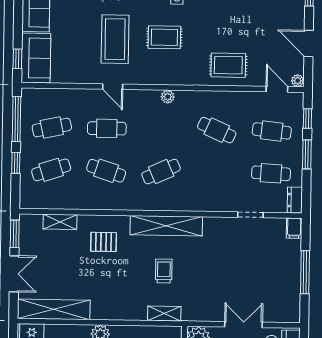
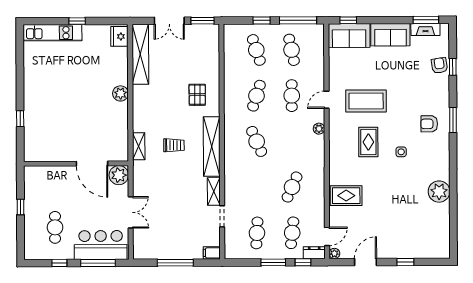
rug: (228, 65) -> (346, 196), turned 90
plant: (168, 97) -> (319, 129), moved
dresser: (295, 200) -> (314, 253), moved
shelving: (60, 222) -> (214, 191), moved

